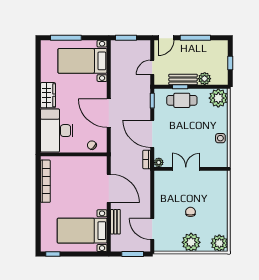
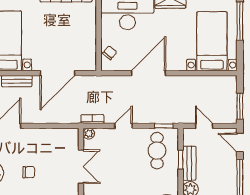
window: (126, 38) -> (240, 106), moved
cafe table: (182, 100) -> (157, 151), moved
door: (152, 134) -> (123, 126), width x0.53

